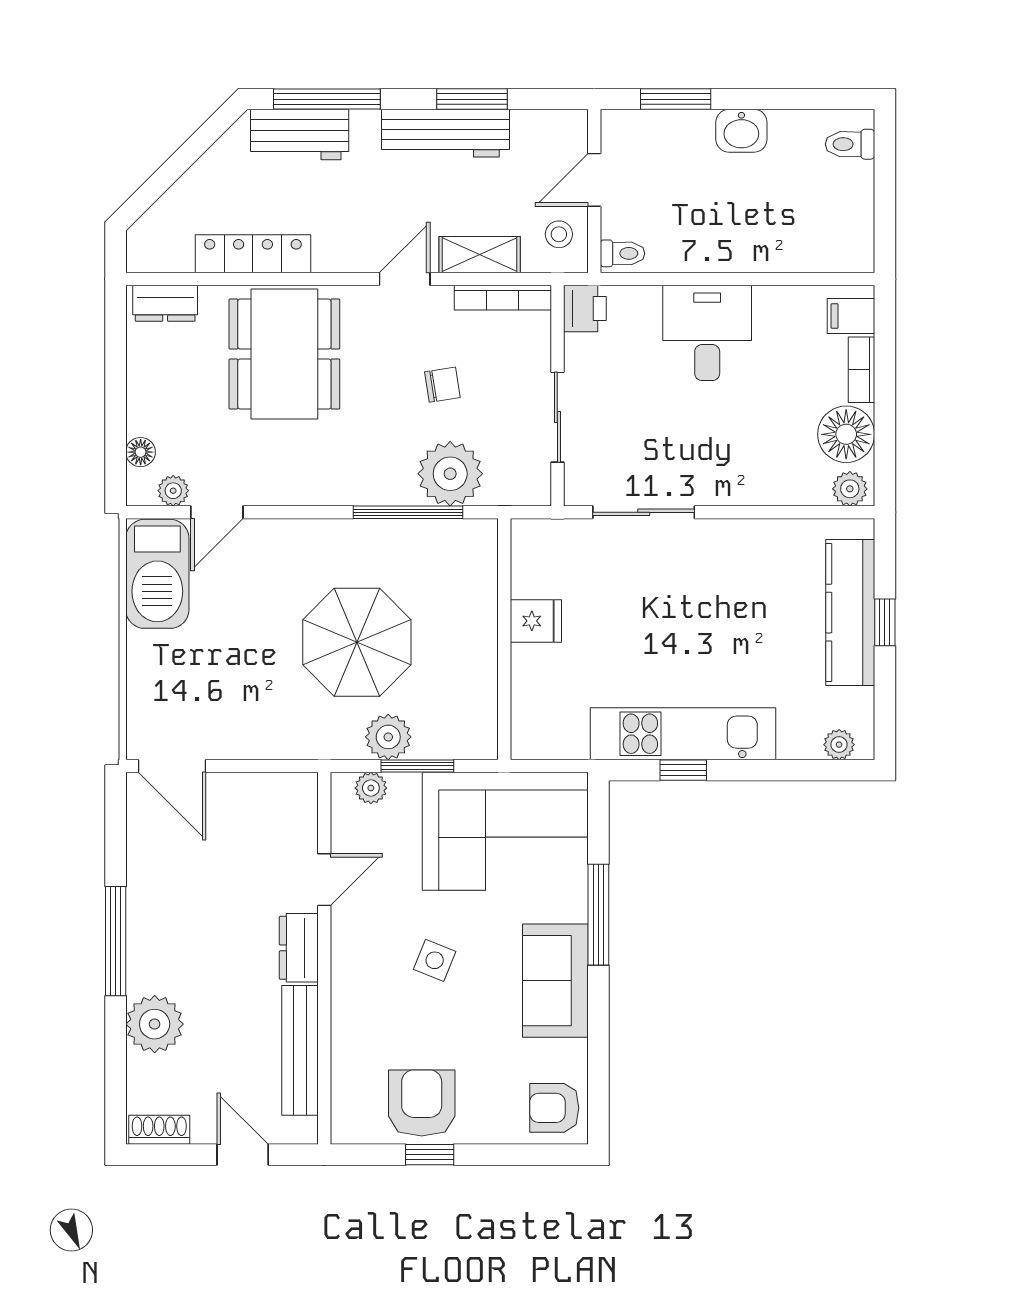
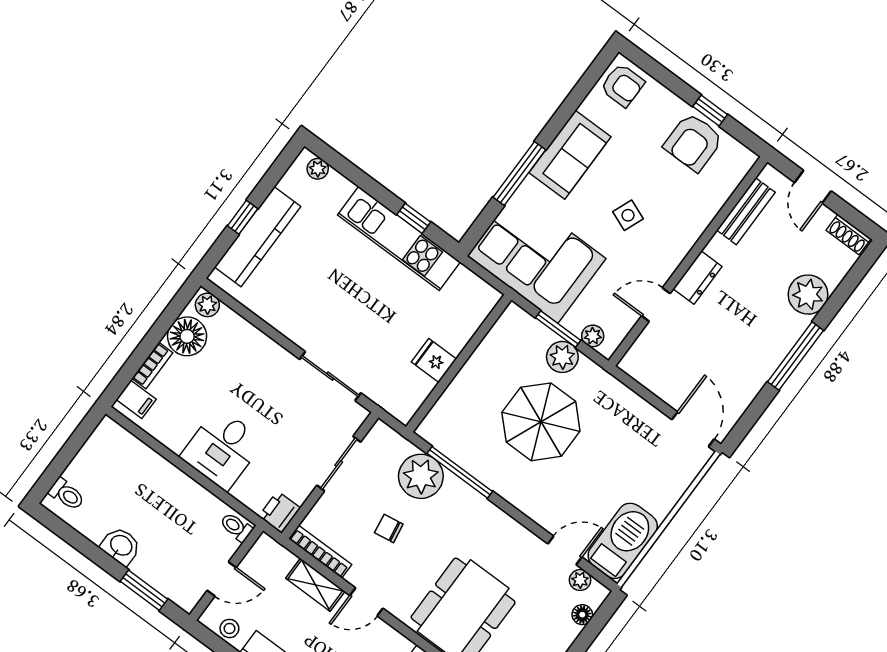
stool: (559, 234) -> (229, 628), moved
bench: (300, 1050) -> (746, 211), width x0.73

